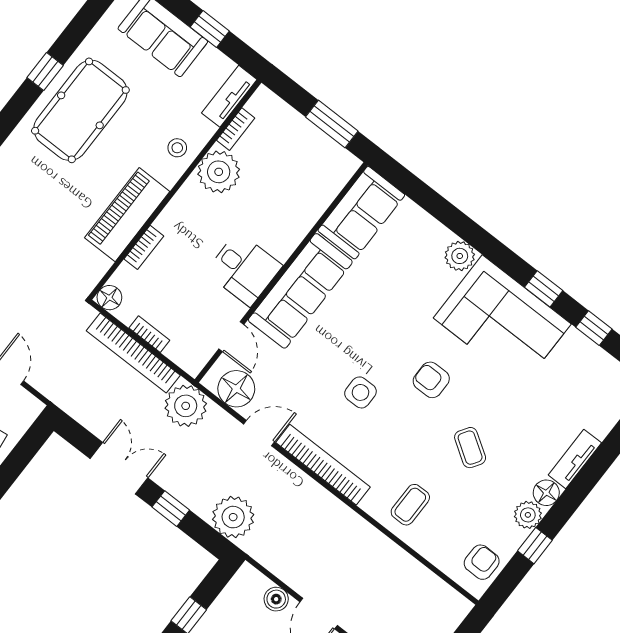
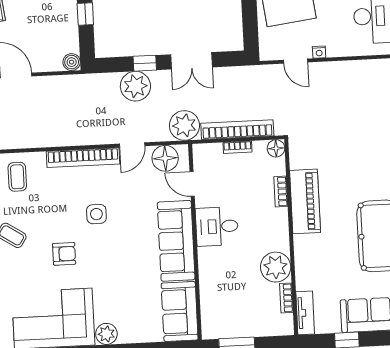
stool: (177, 148) -> (309, 261), removed
plant: (233, 517) -> (135, 86), moved
boiler: (276, 599) -> (72, 62), moved

